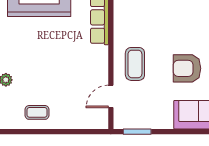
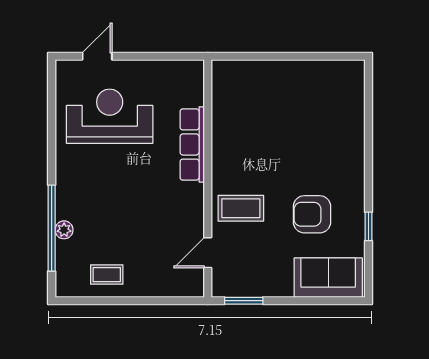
coffee table: (135, 64) -> (241, 208), turned 90

